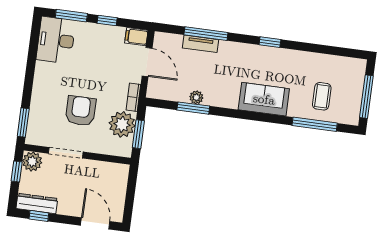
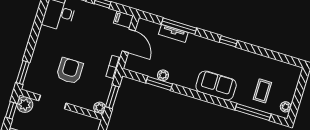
window: (366, 97) -> (298, 97), removed
plant: (354, 111) -> (286, 107), added
plant: (122, 124) -> (100, 108), moved, width x0.53, depth x0.53

